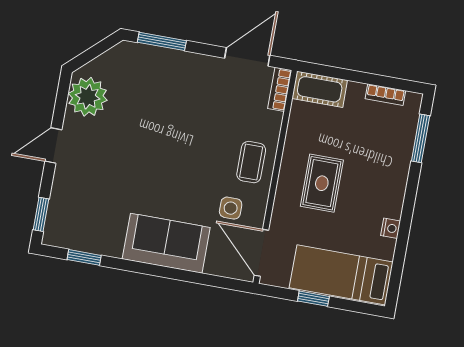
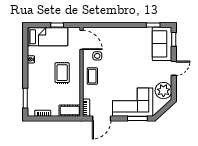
corner sofa: (166, 83) -> (133, 102), added
sofa: (166, 243) -> (162, 44), moved, turned 90

